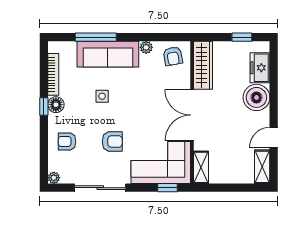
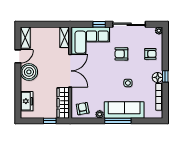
window: (96, 37) -> (118, 121), moved
window: (242, 37) -> (50, 121), moved
boiler: (256, 97) -> (29, 72), moved
window: (168, 188) -> (99, 24), moved

